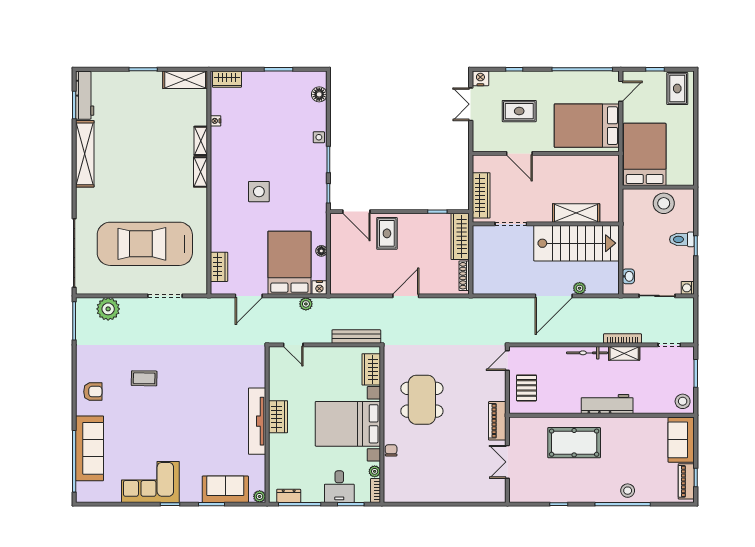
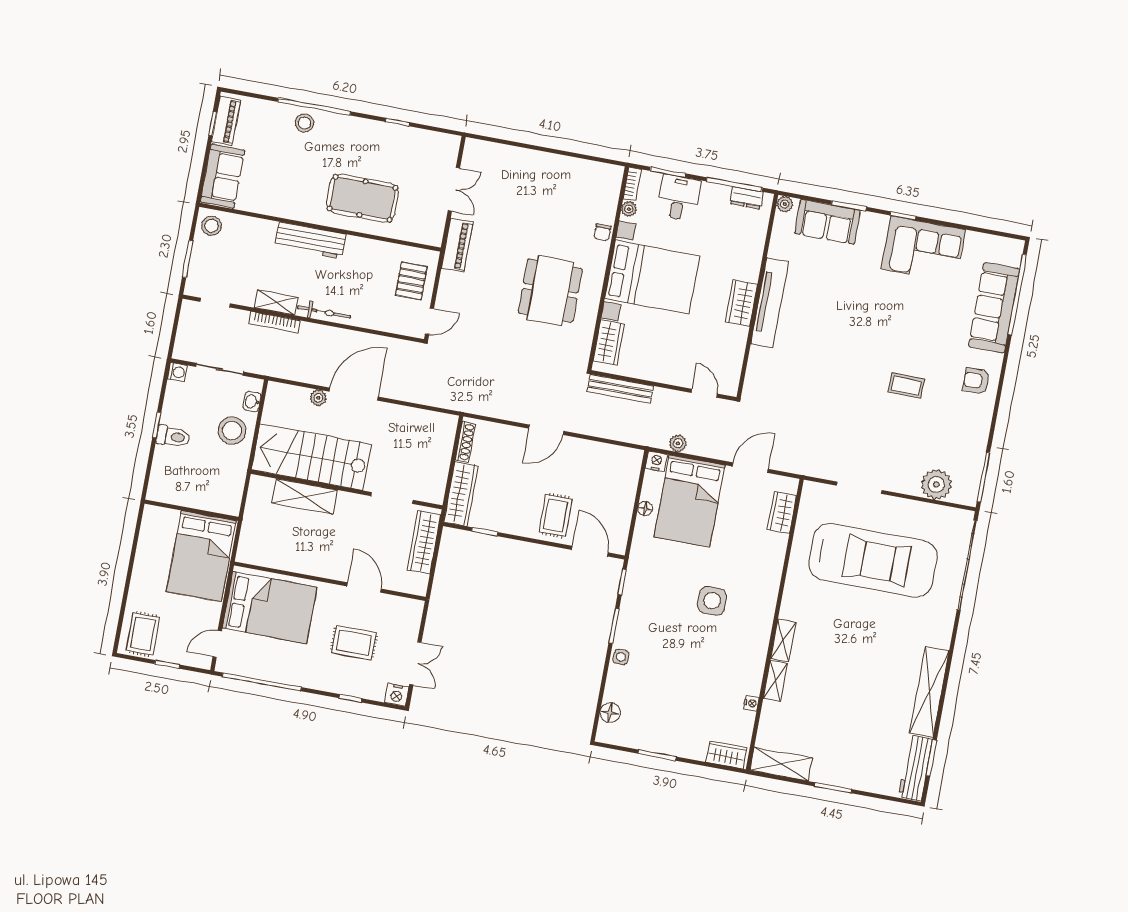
stool: (664, 203) -> (232, 431), moved

